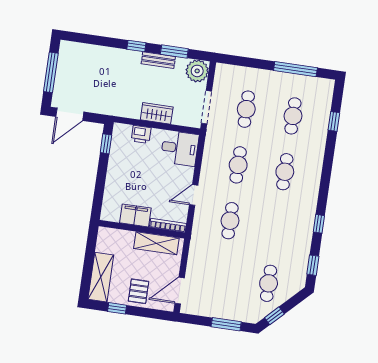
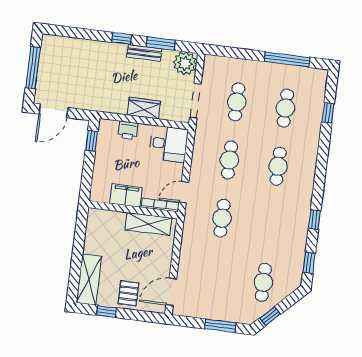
filing cabinet: (135, 215) -> (126, 195), moved
bookcase: (168, 225) -> (160, 205), moved
wall: (142, 229) -> (133, 210), moved
shelving: (156, 243) -> (148, 224), moved

